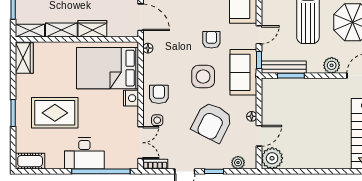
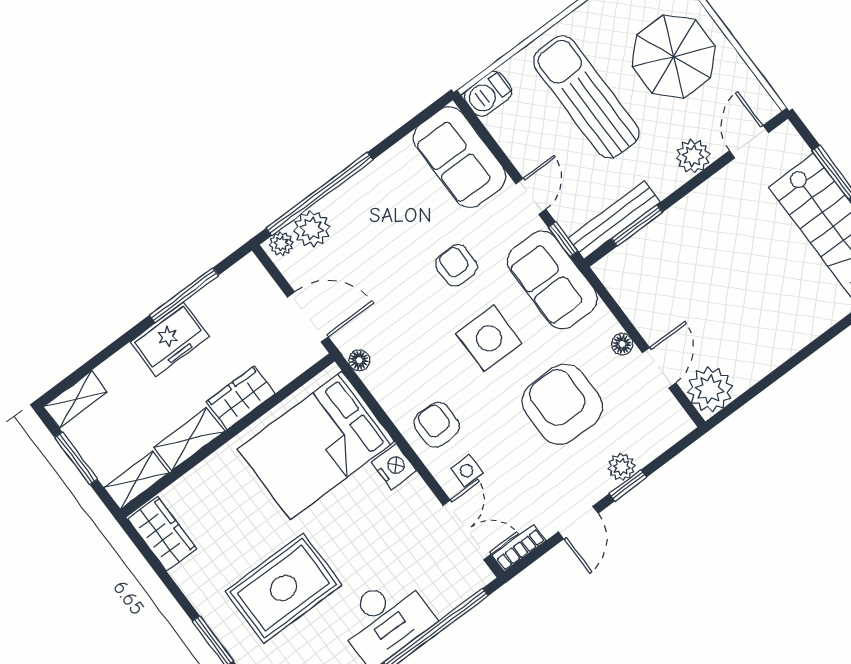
armchair: (212, 122) -> (562, 404), turned 153
plant: (238, 163) -> (622, 467), moved

